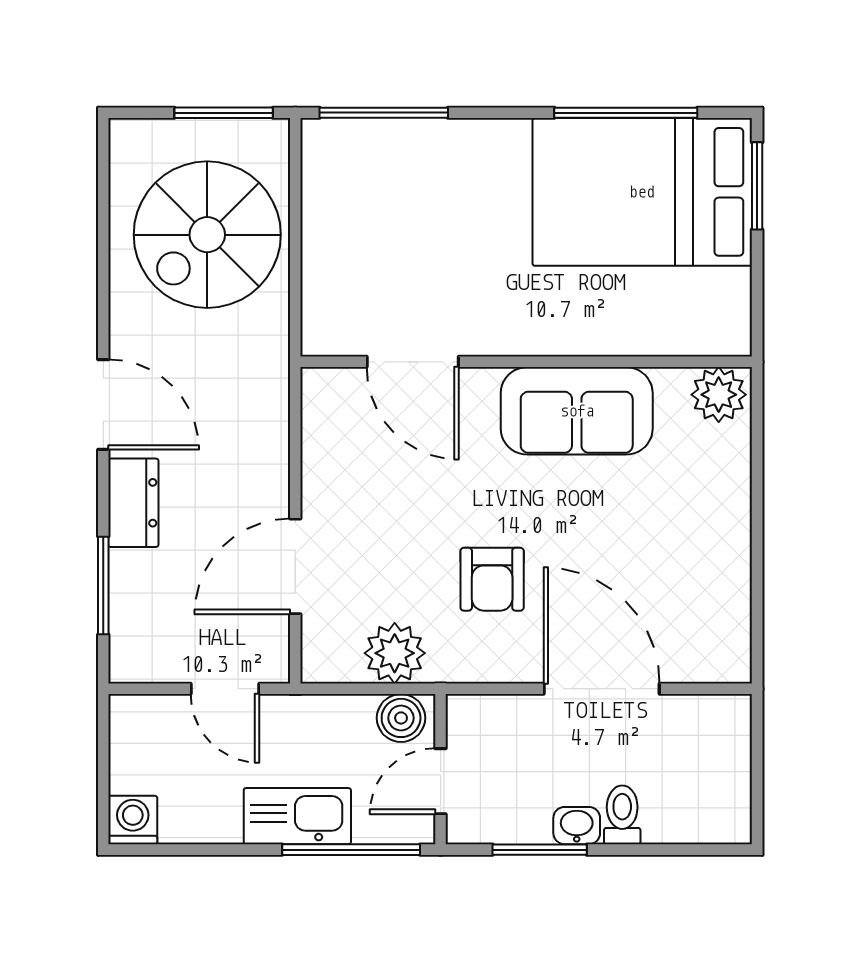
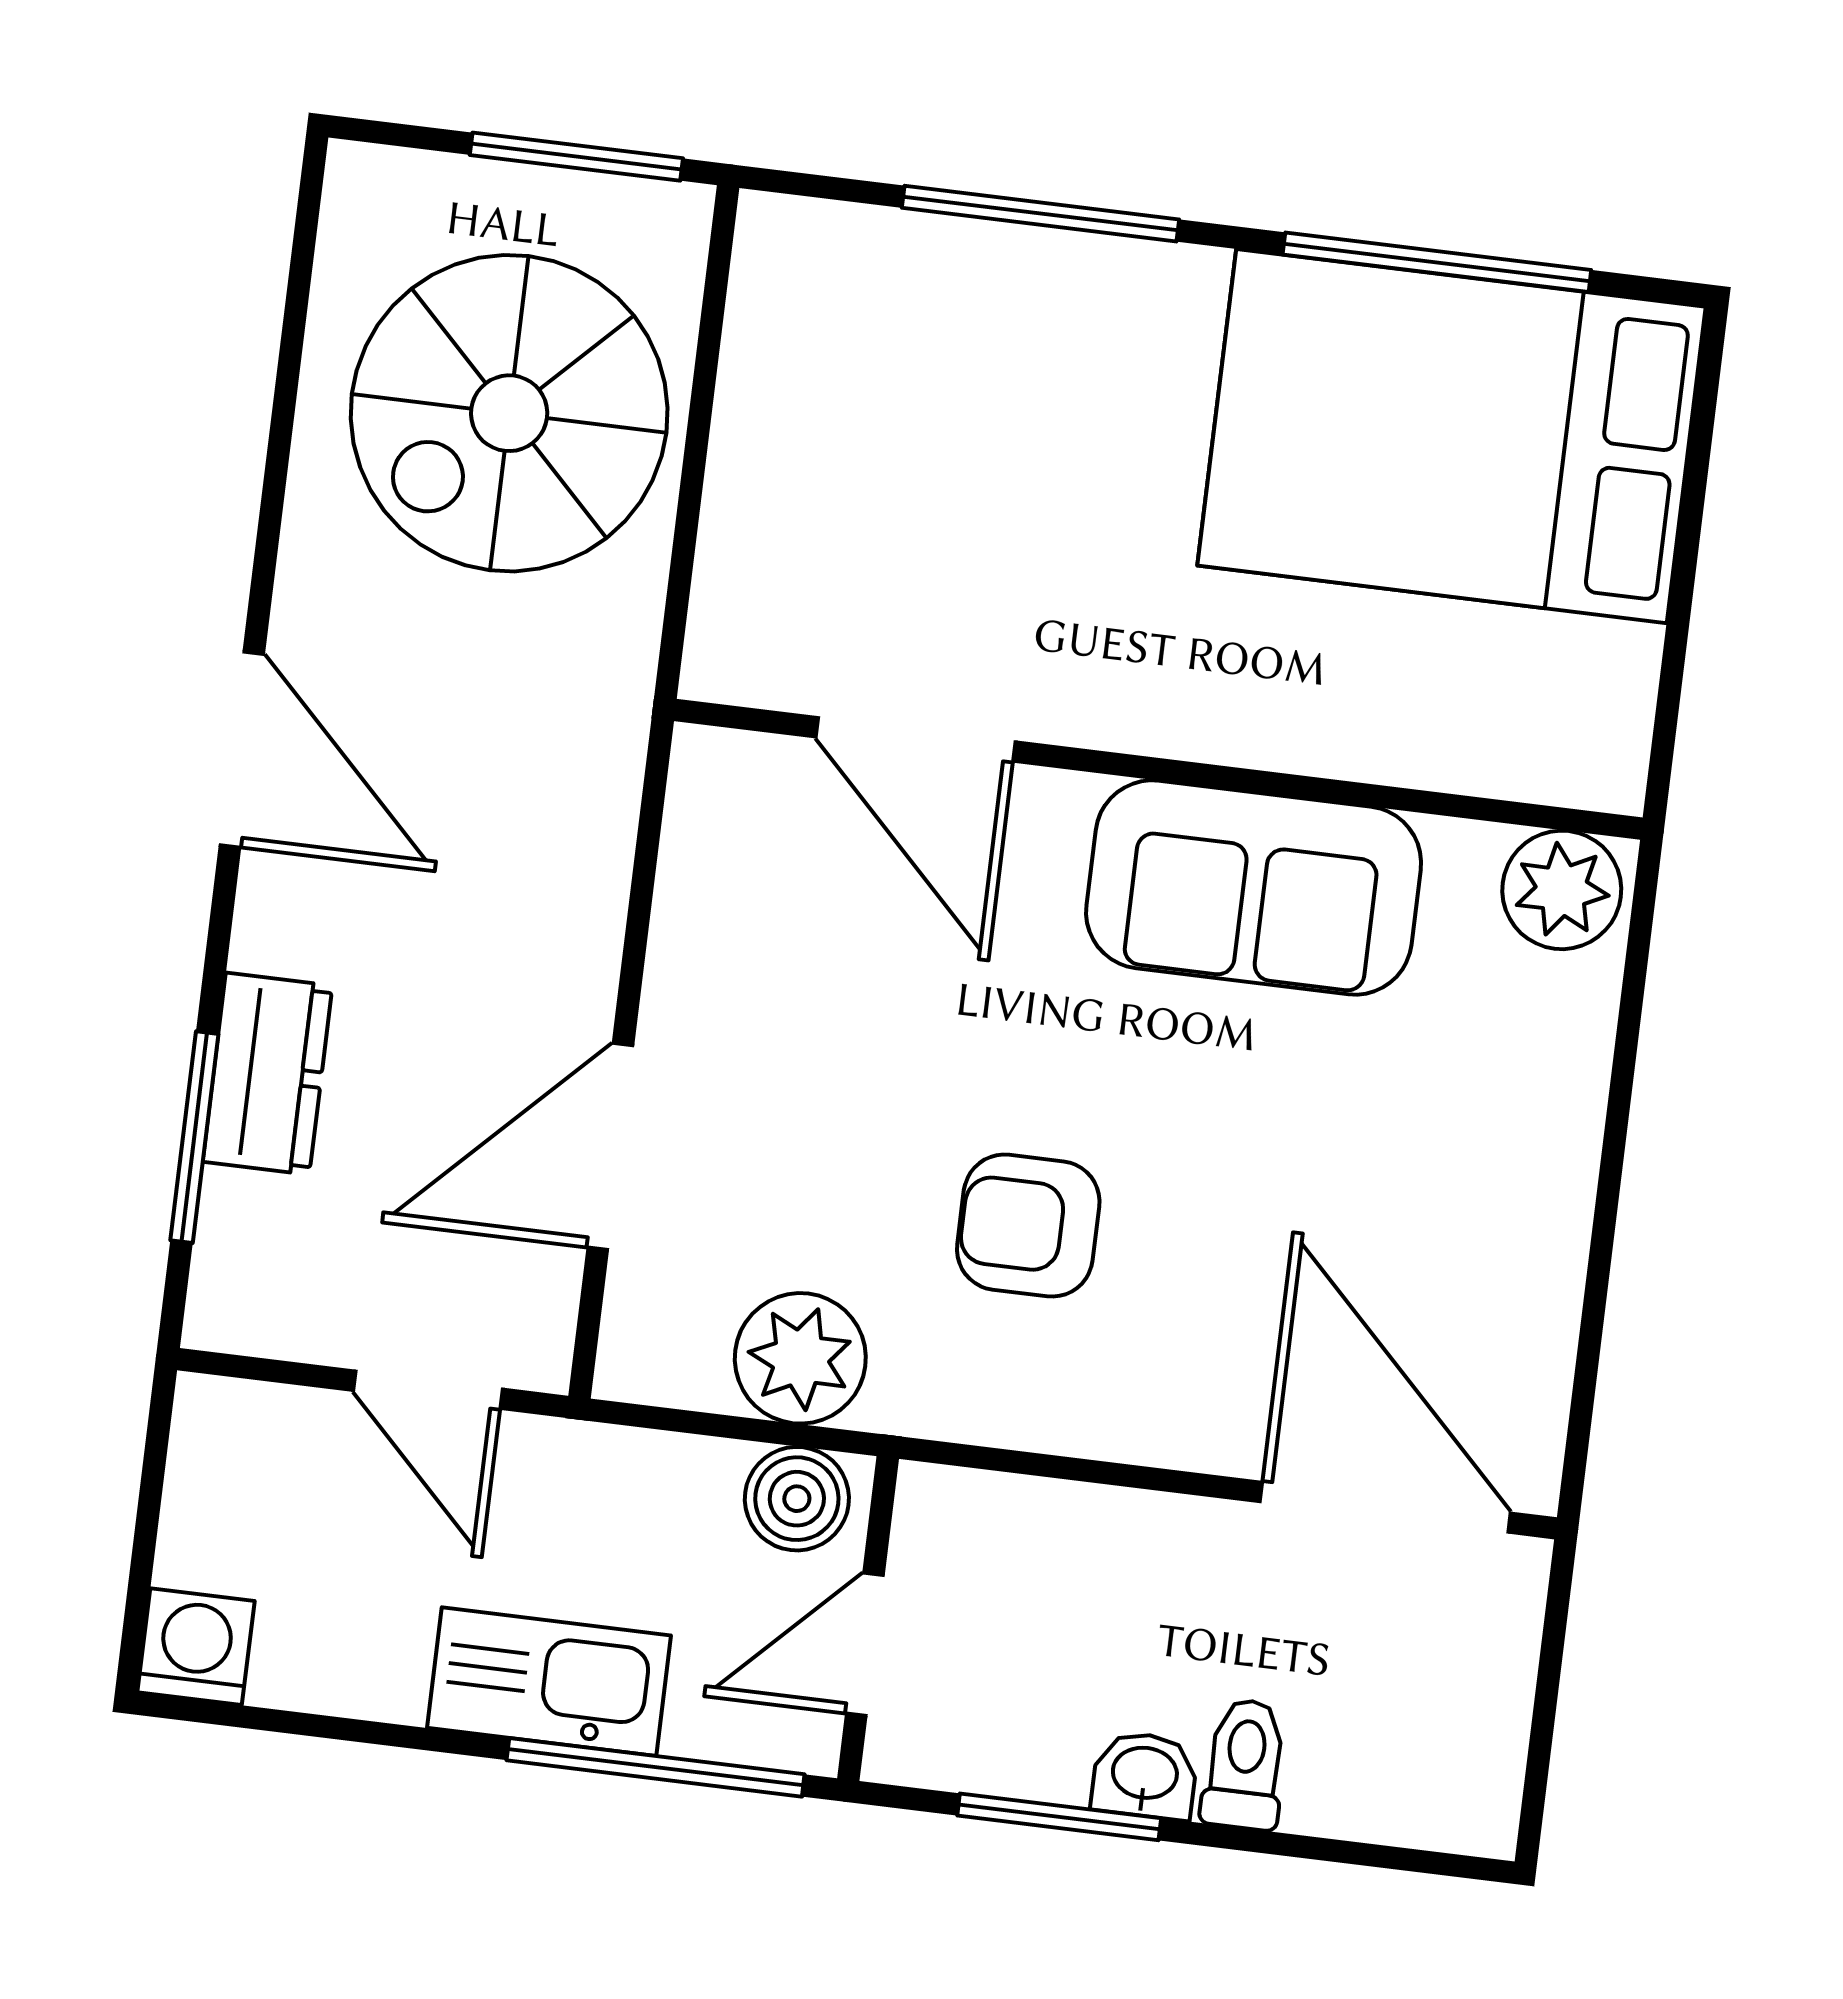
window: (384, 113) -> (1041, 214), moved
window: (757, 186) -> (1699, 454), removed
dresser: (133, 503) -> (268, 1074), moved
armchair: (492, 579) -> (1028, 1226), turned 90
door: (602, 689) -> (1385, 1507), moved

